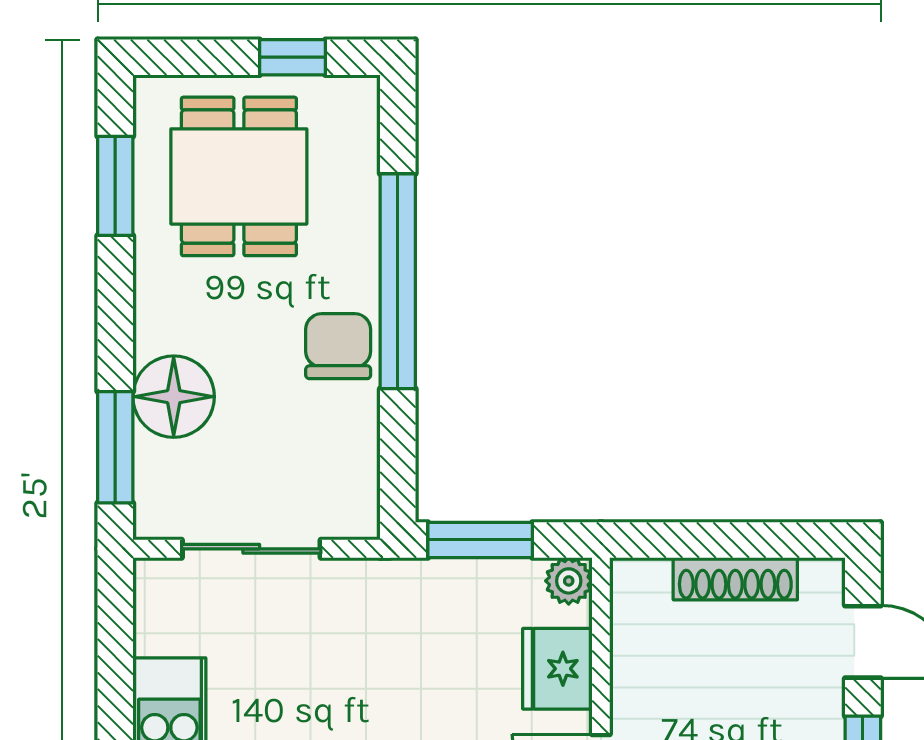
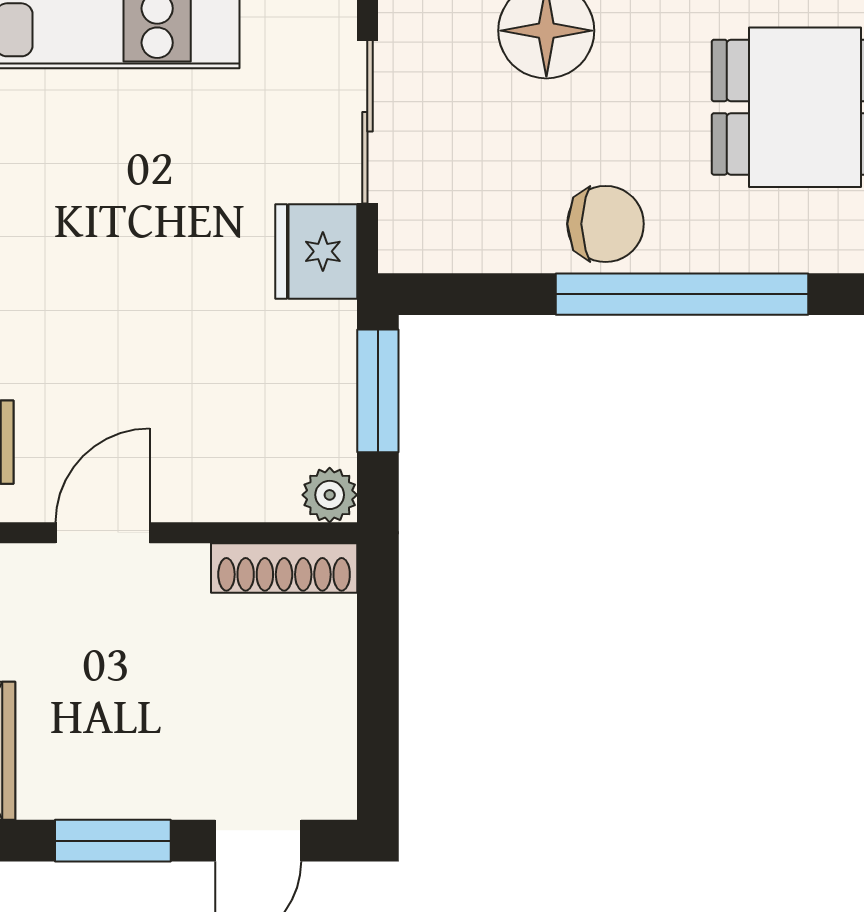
shoe rack: (735, 579) -> (284, 568), moved, turned -90
fridge: (557, 669) -> (316, 251), moved, turned -90

